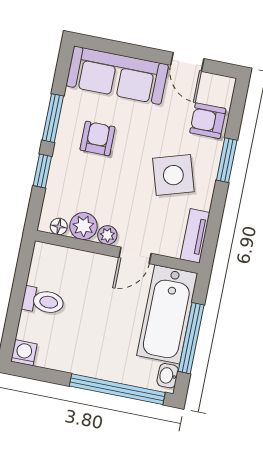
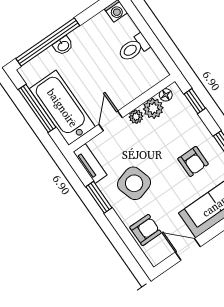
window: (227, 160) -> (99, 197), moved
window: (42, 171) -> (195, 101), moved
washbasin: (168, 376) -> (63, 46), moved, turned 90

